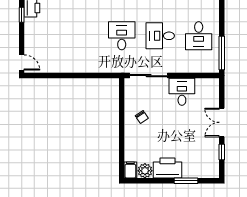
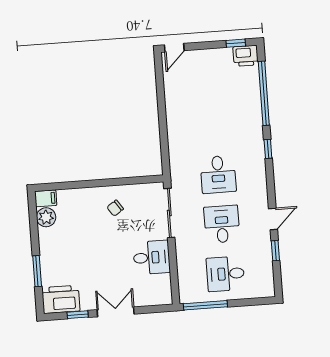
desk: (122, 36) -> (218, 174), turned 90
printer: (168, 168) -> (61, 299), moved, turned -90

